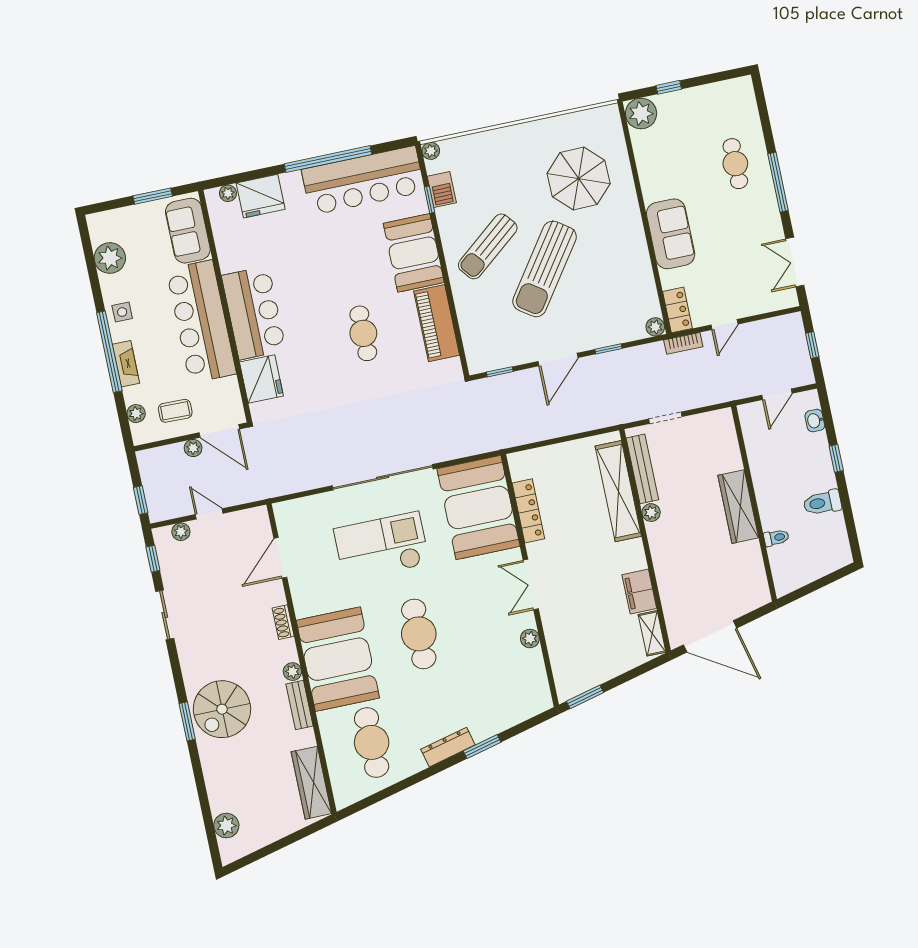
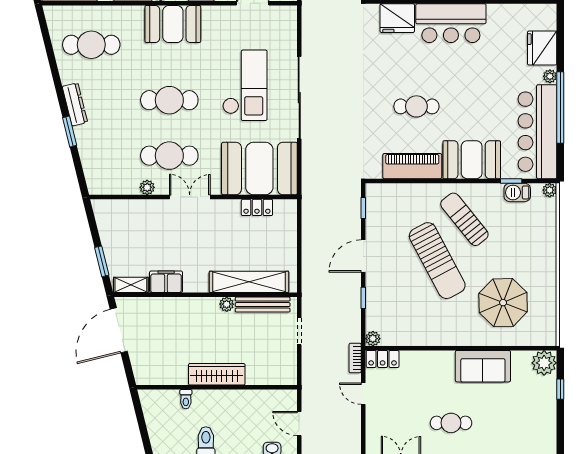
cafe table: (735, 164) -> (451, 423), moved
plant: (228, 193) -> (550, 76), moved
sofa: (671, 234) -> (483, 366), moved
sun lounger: (545, 269) -> (437, 261), turned -153
door: (558, 360) -> (363, 256), hinge flipped
locker: (528, 511) -> (257, 207), width x0.66
cafe table: (486, 620) -> (169, 156), added
booth: (338, 659) -> (173, 24), width x0.73, depth x0.70
window: (585, 697) -> (102, 261), moved

